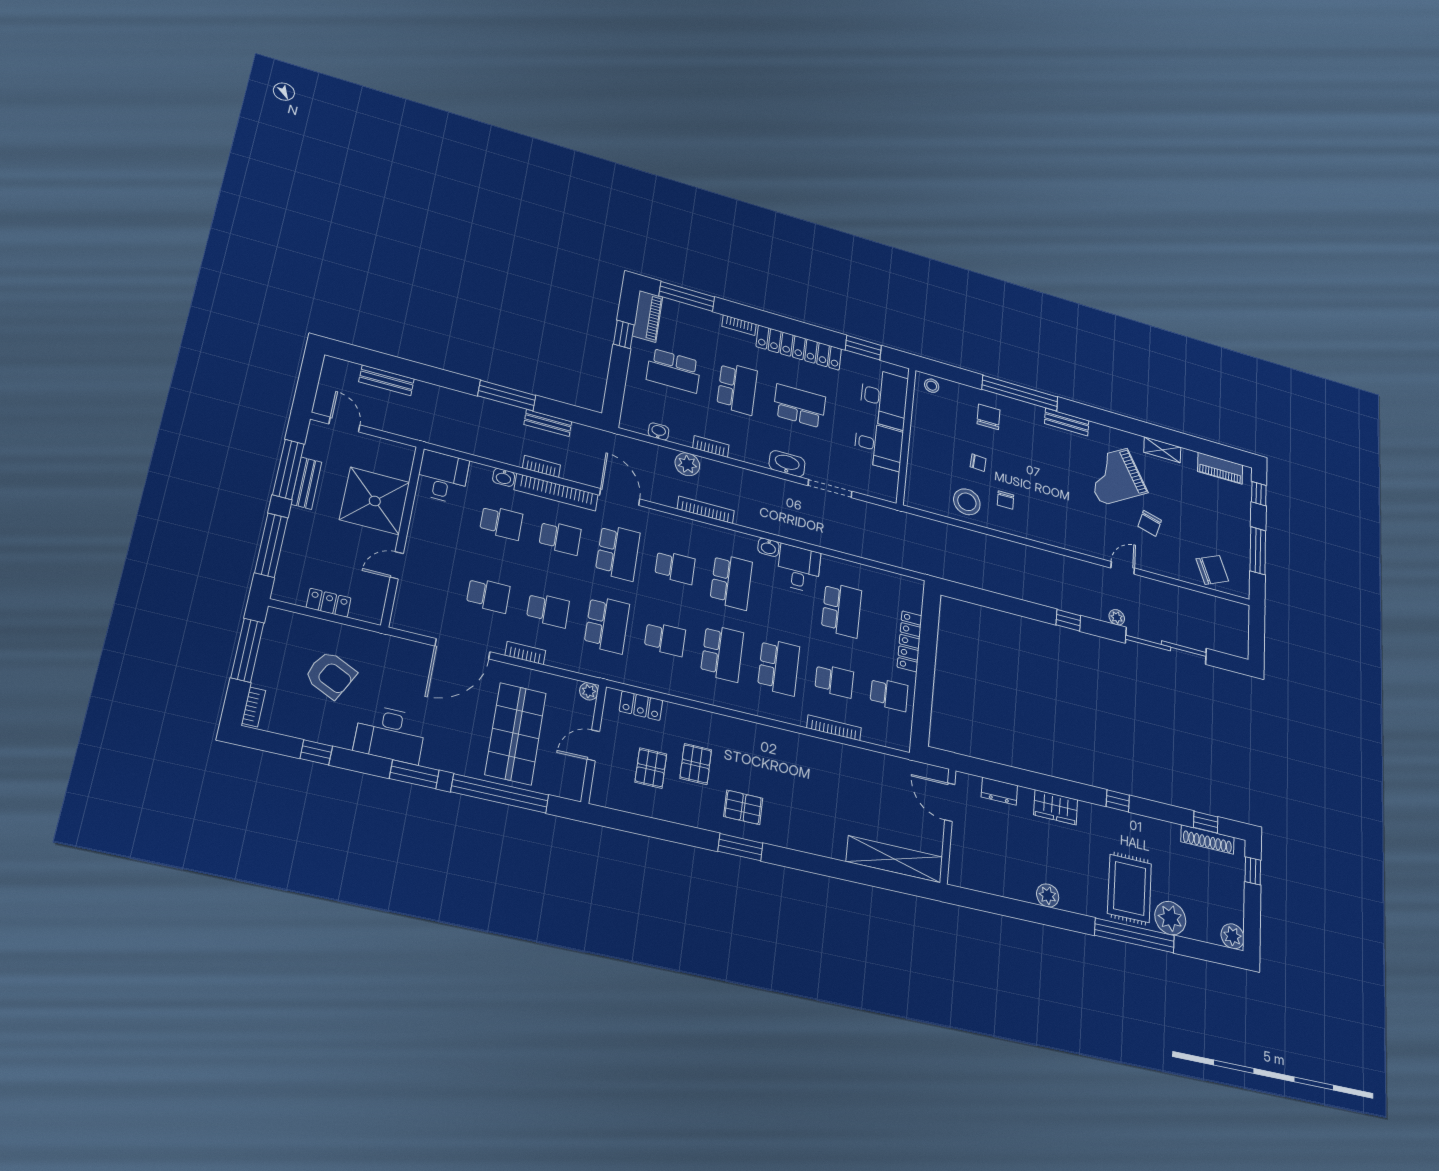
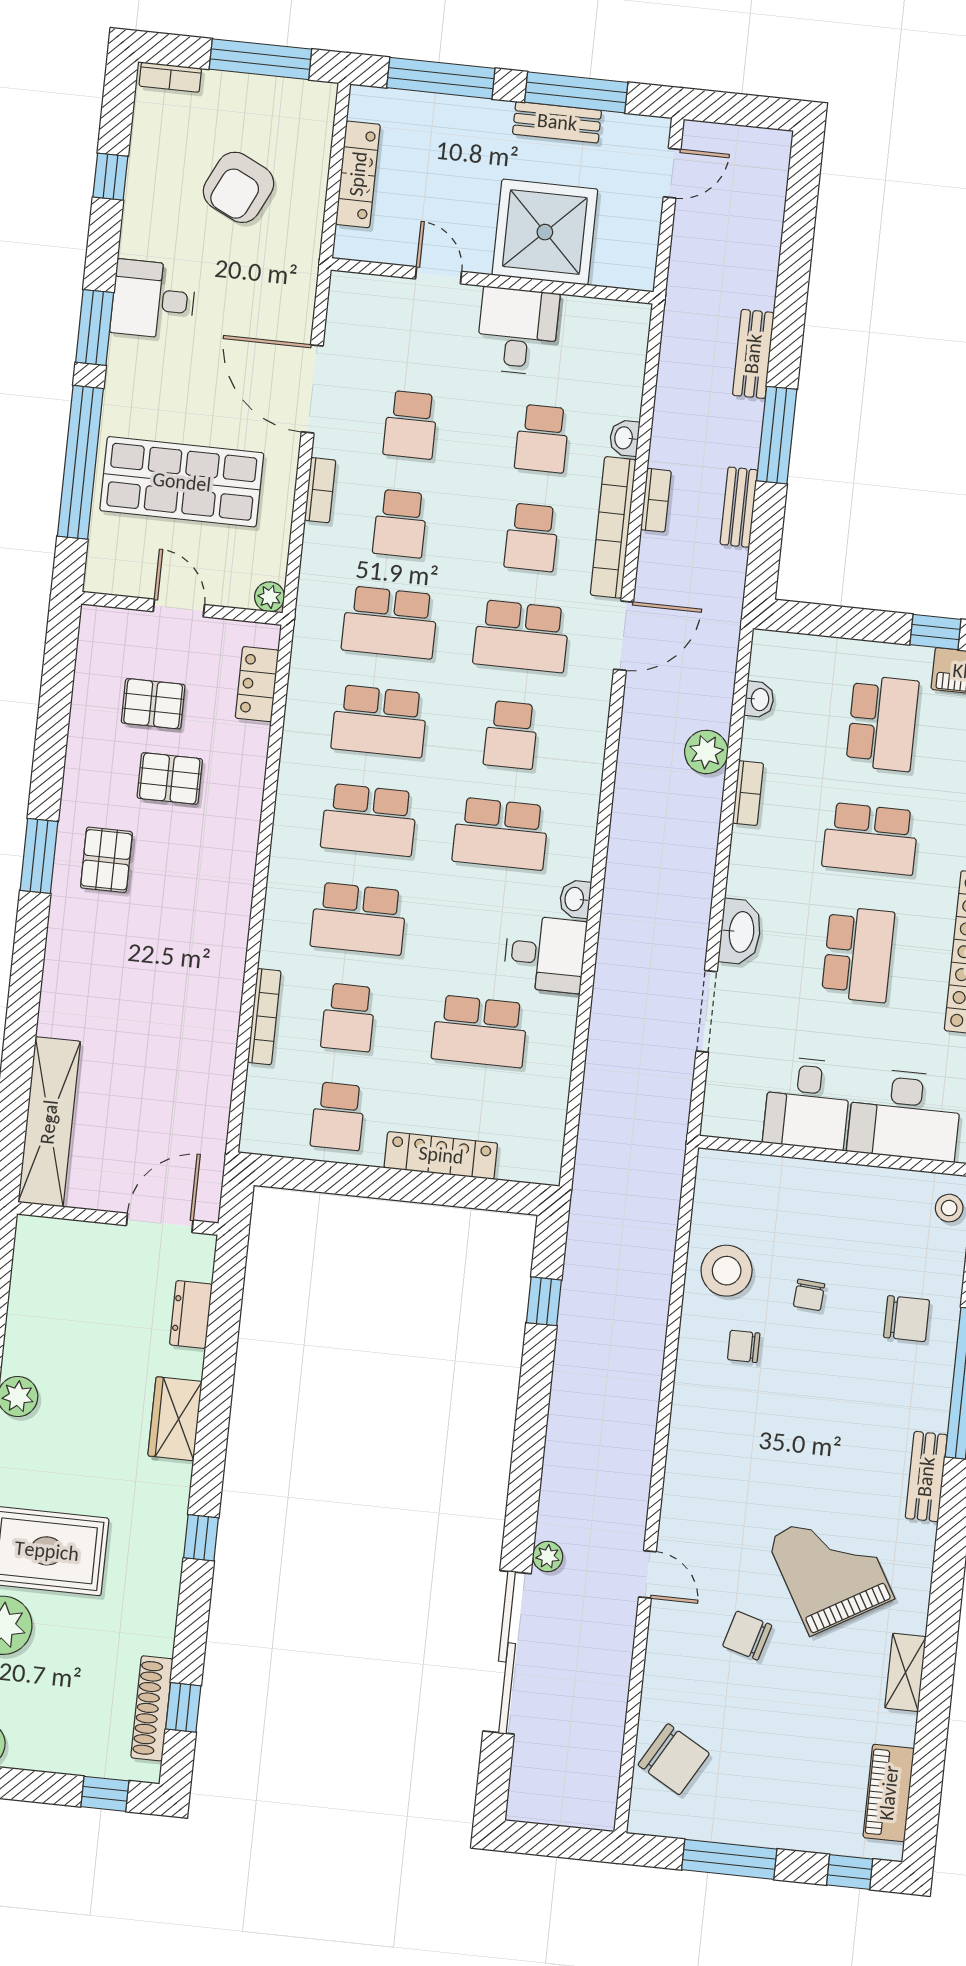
school desk: (674, 371) -> (882, 723), turned 180
bench: (387, 380) -> (753, 354), moved
desk: (442, 477) -> (518, 331), moved, turned -90
bookcase: (706, 510) -> (626, 786), removed
chair: (1212, 570) -> (674, 1759), turned -37
locker: (329, 603) -> (358, 174), width x1.53
window: (1068, 620) -> (544, 1301), moved
school desk: (665, 639) -> (379, 721), width x1.85
desk: (390, 734) -> (153, 300), width x0.73

